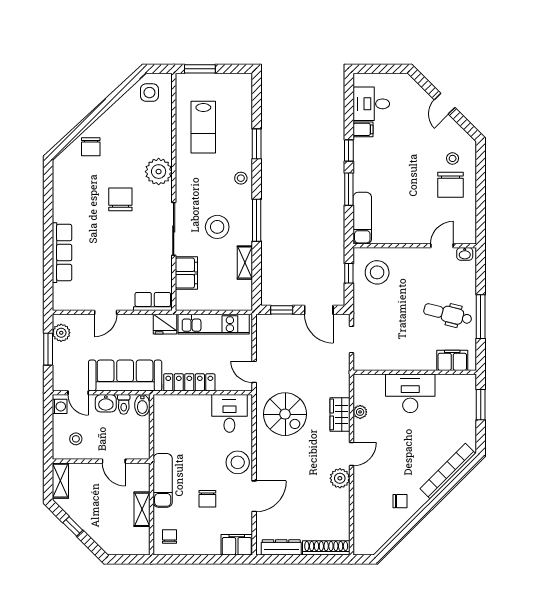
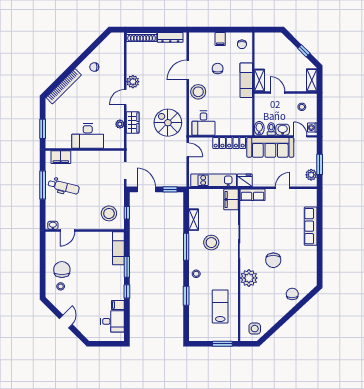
filing cabinet: (186, 273) -> (231, 199), moved
shelving: (142, 509) -> (259, 80), moved
filing cabinet: (237, 545) -> (220, 39), moved, width x0.50

